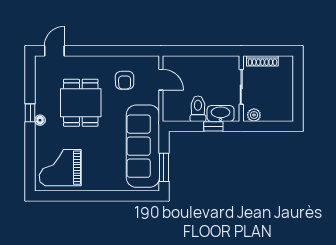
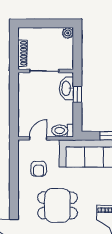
armchair: (125, 80) -> (39, 169), turned 91
toilet: (198, 109) -> (63, 130), moved
plant: (254, 115) -> (68, 33), moved

